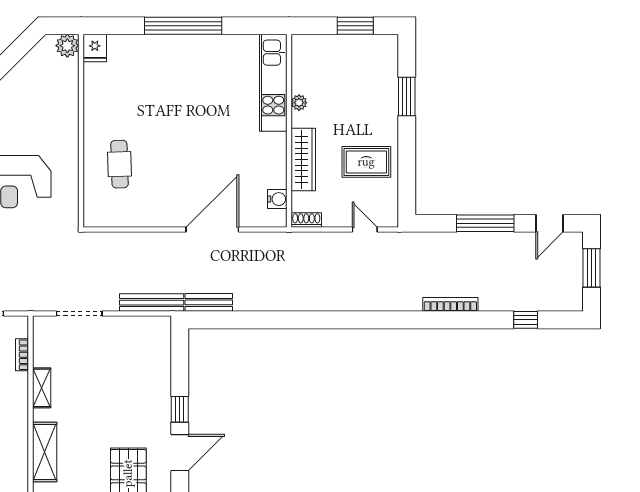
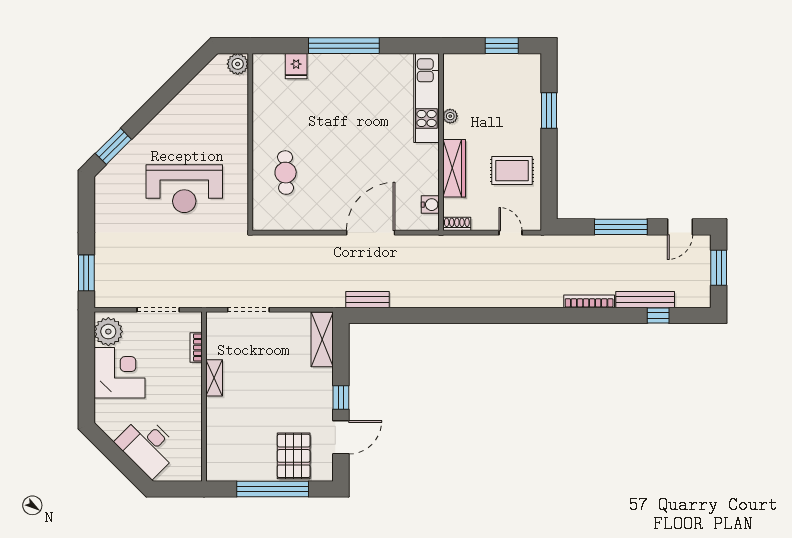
fridge: (95, 48) -> (296, 66), moved
bench: (152, 303) -> (645, 300), moved
shelving: (45, 452) -> (322, 339), moved

